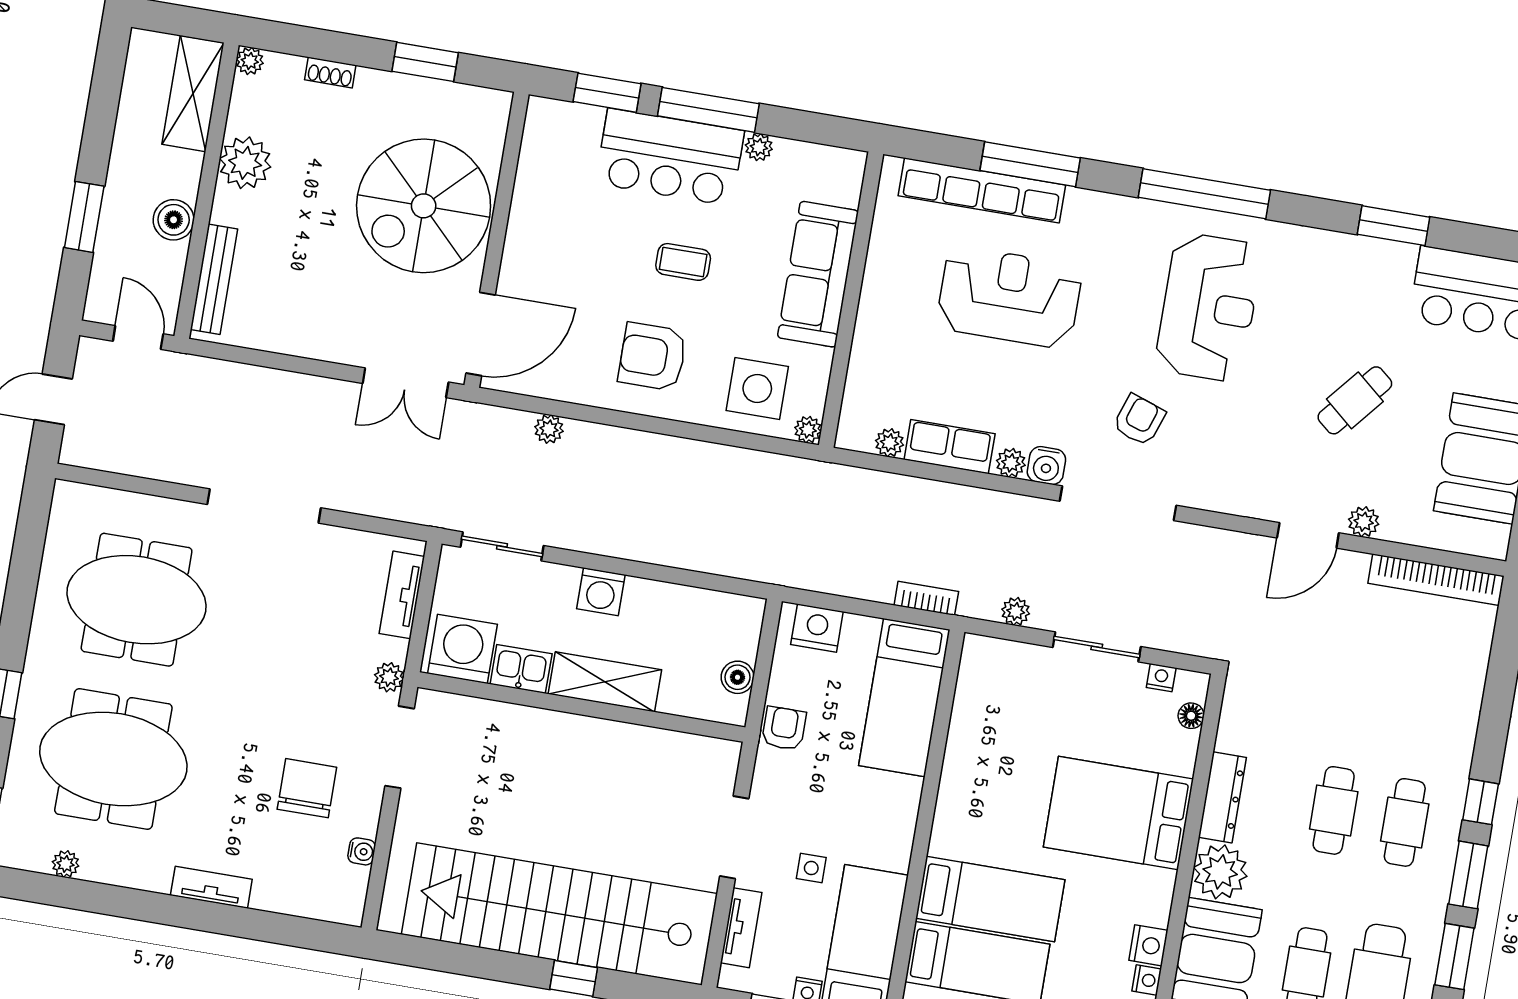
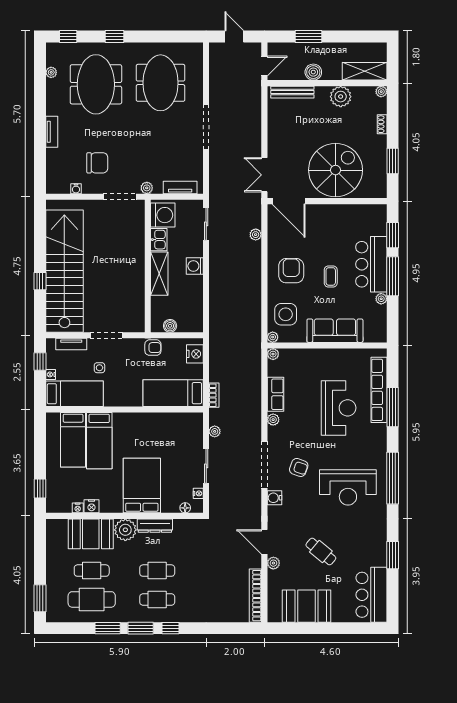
spiral stairs: (424, 206) -> (336, 170), turned 90
plant: (889, 443) -> (273, 354), moved
water cooler: (1046, 466) -> (274, 498), moved

